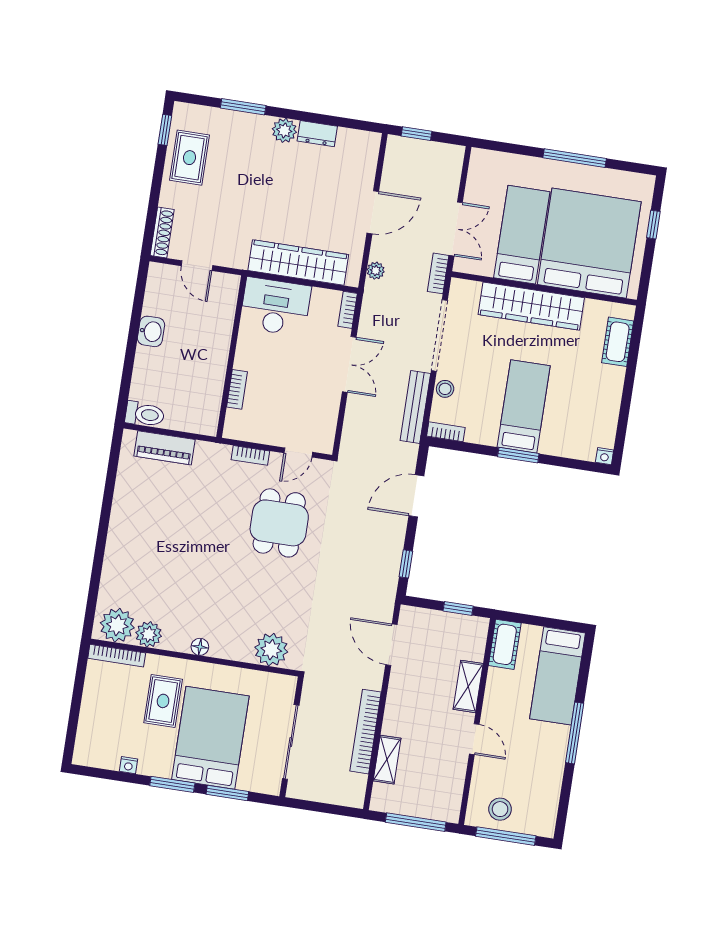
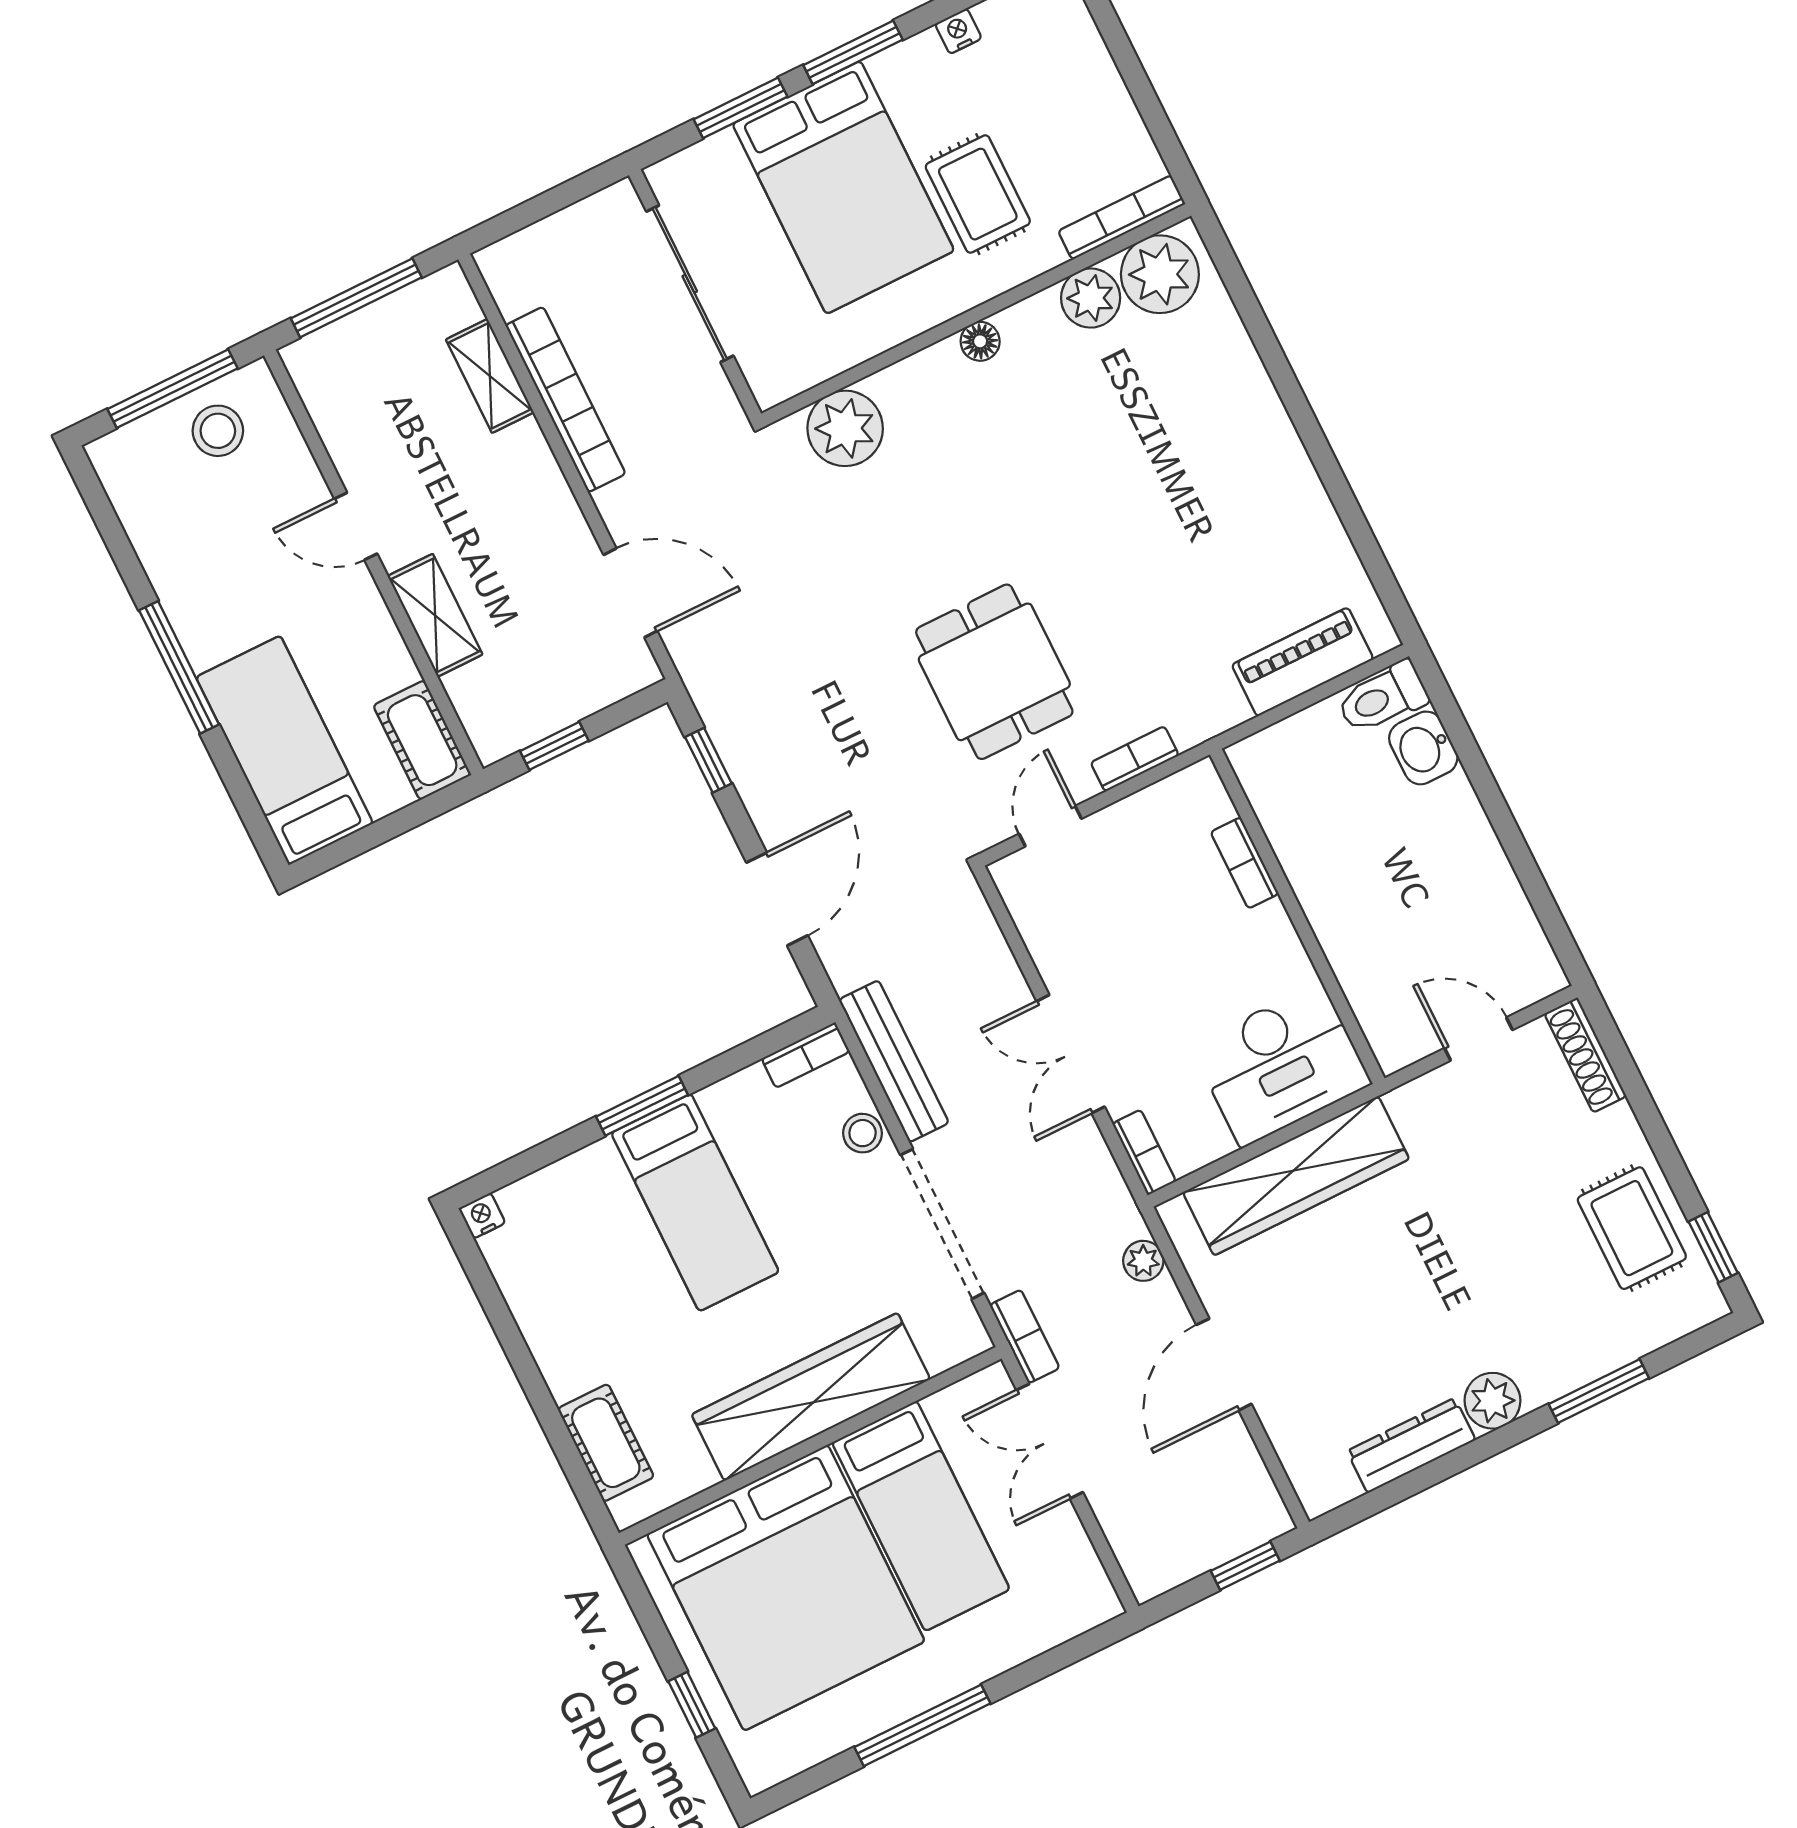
dresser: (317, 134) -> (1411, 1445), width x1.44
washbasin: (151, 331) -> (1423, 748), moved

